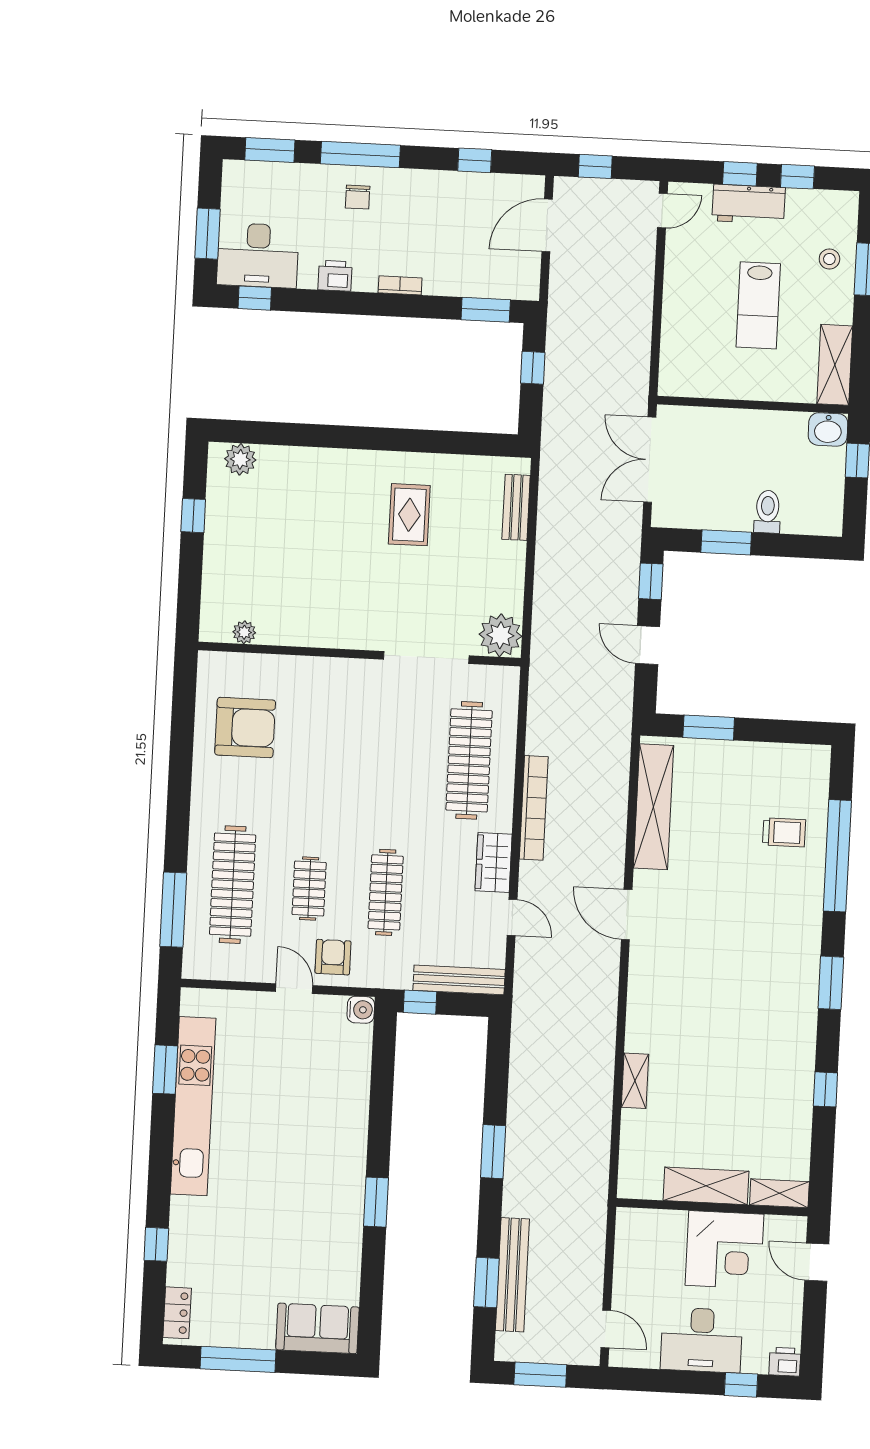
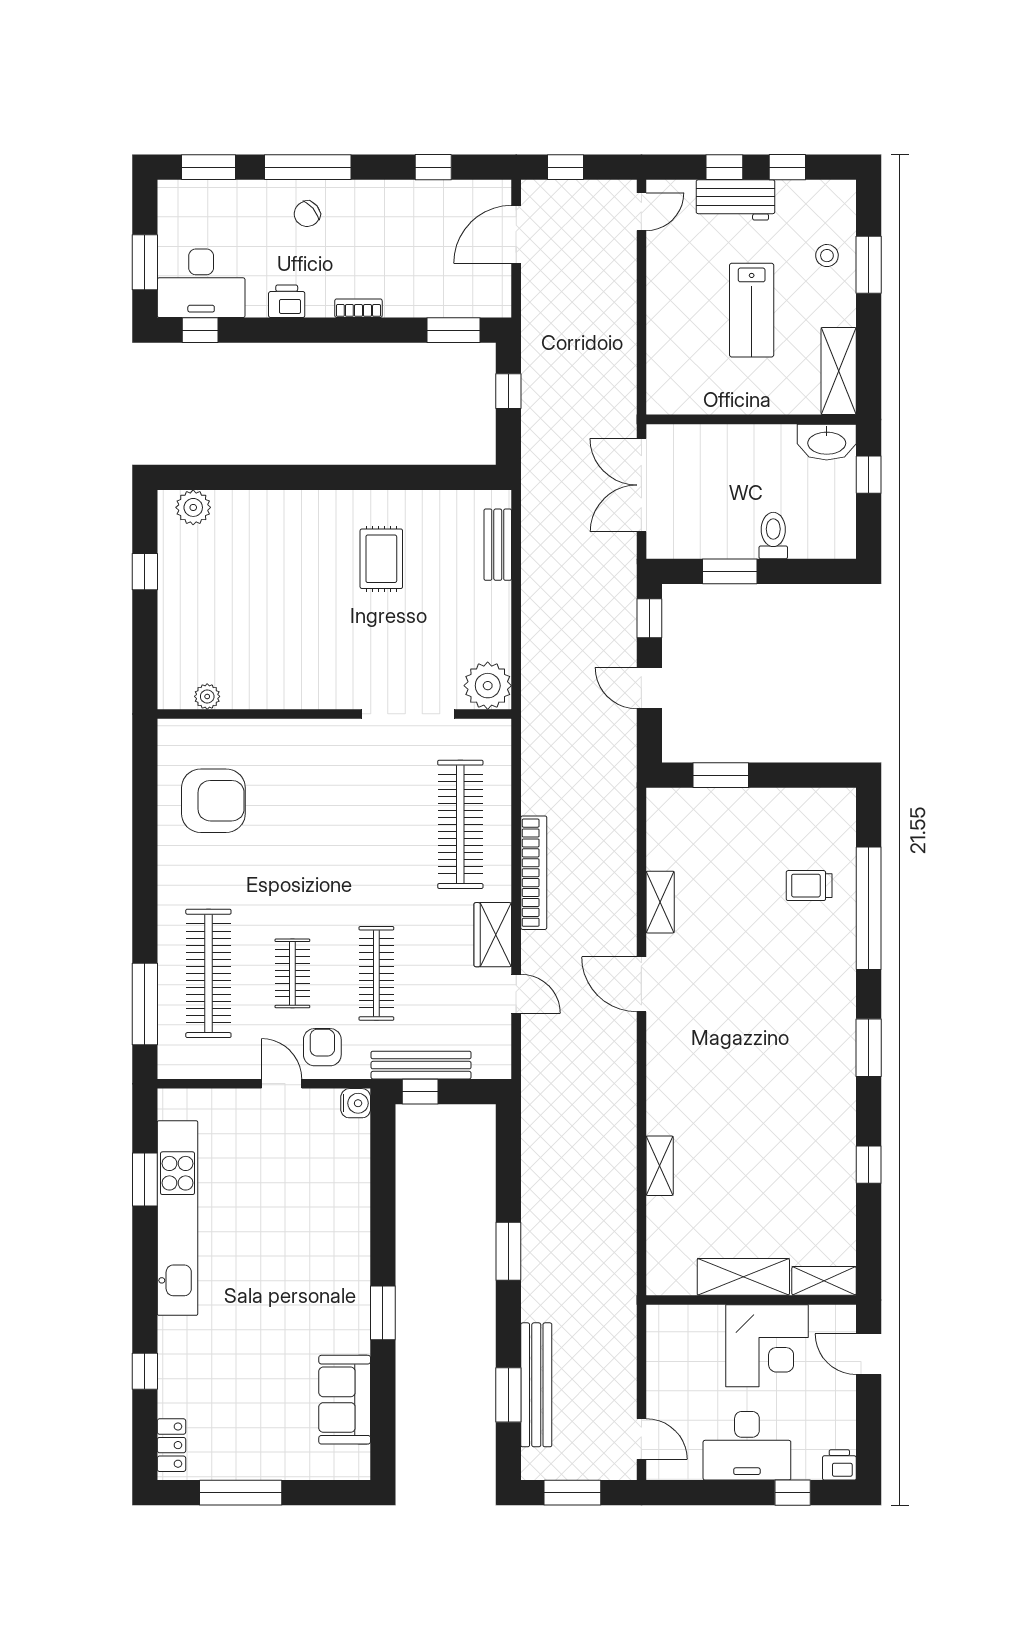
chair: (358, 197) -> (307, 214), turned 50
washbasin: (828, 429) -> (827, 442), width x1.38
shelving: (654, 807) -> (660, 902), width x0.45, depth x0.75
trolley: (784, 832) -> (809, 886), turned 180
bench: (459, 980) -> (421, 1065), moved
sofa: (317, 1328) -> (345, 1400), moved, turned -90

